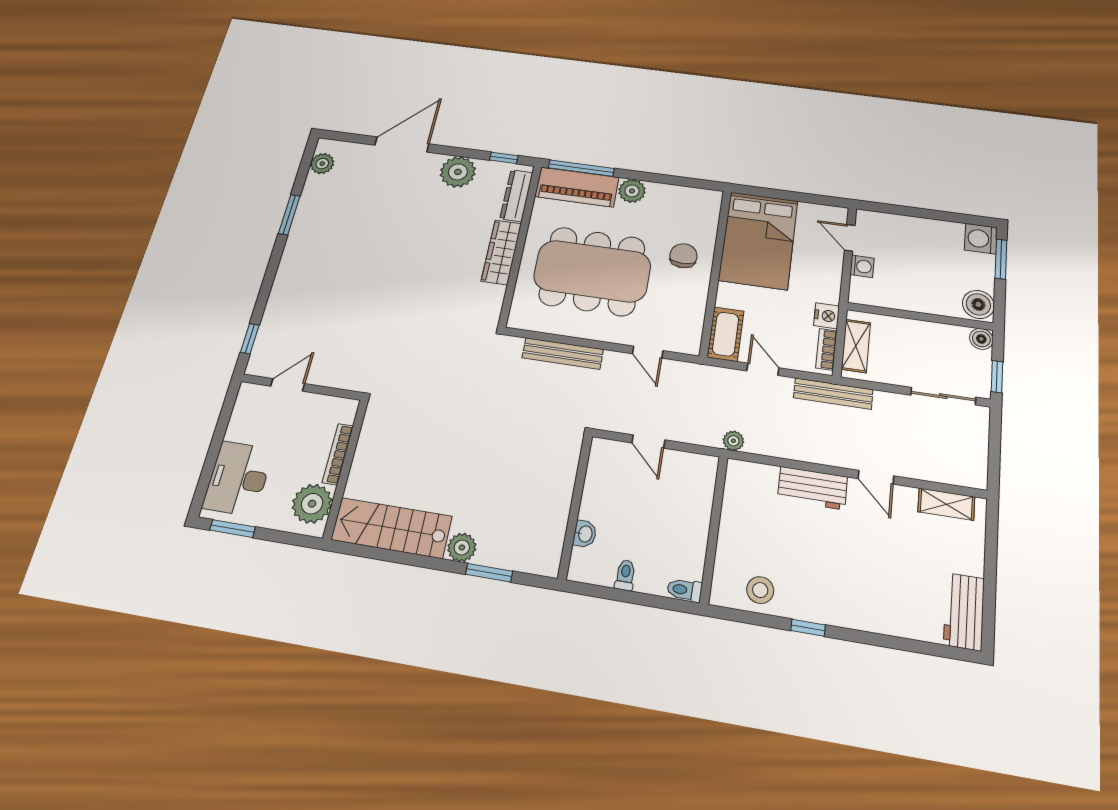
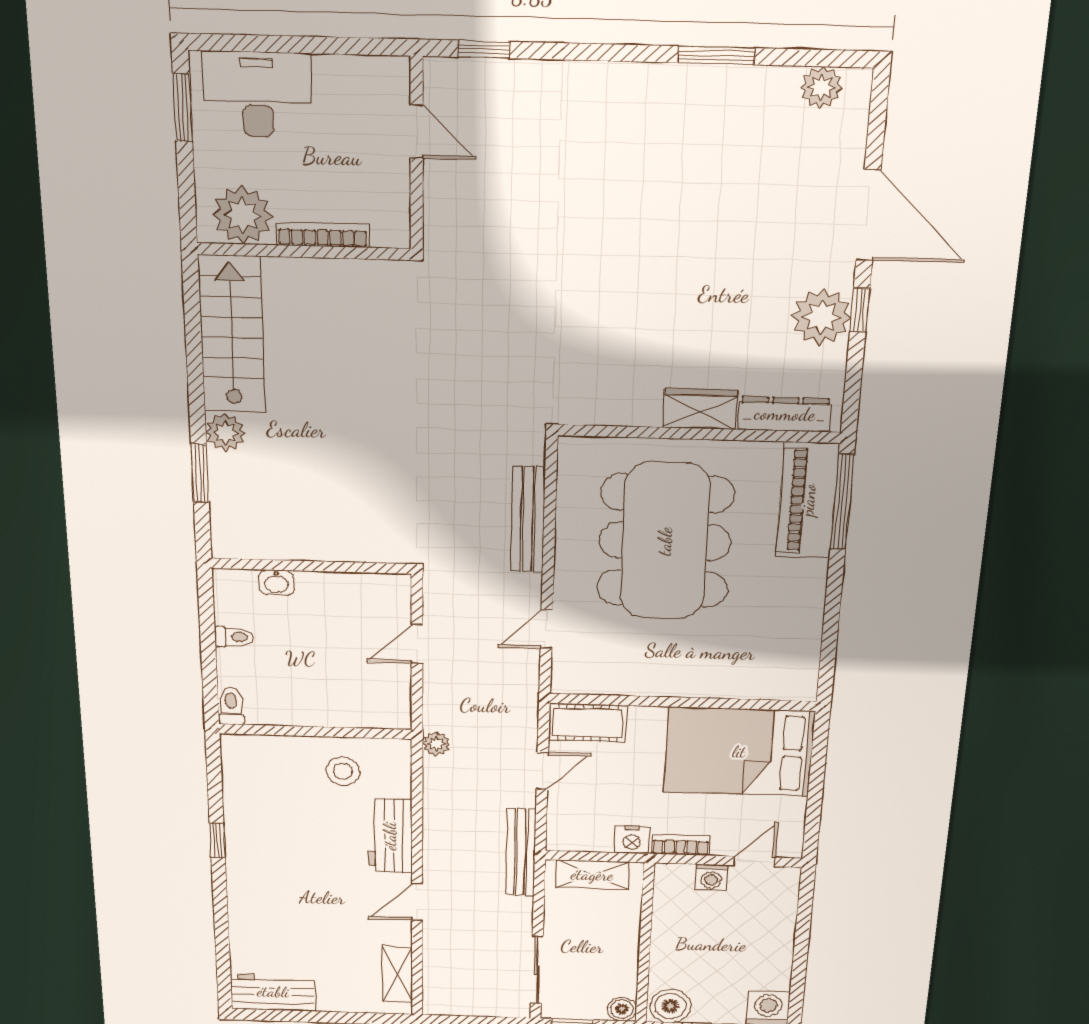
window: (504, 158) -> (860, 310), moved
plant: (632, 191) -> (807, 579), removed
wardrobe: (501, 252) -> (700, 409), width x0.67
chair: (683, 256) -> (704, 659), removed
bookcase: (826, 349) -> (681, 845), moved
stool: (760, 590) -> (343, 771), moved

